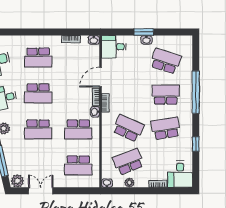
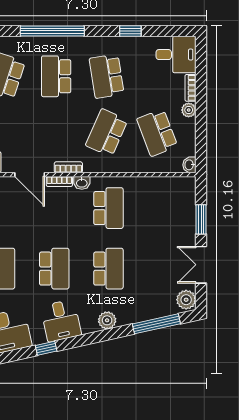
school desk: (78, 165) -> (163, 208), removed
plant: (129, 183) -> (189, 110), moved
window: (71, 191) -> (201, 219), added

